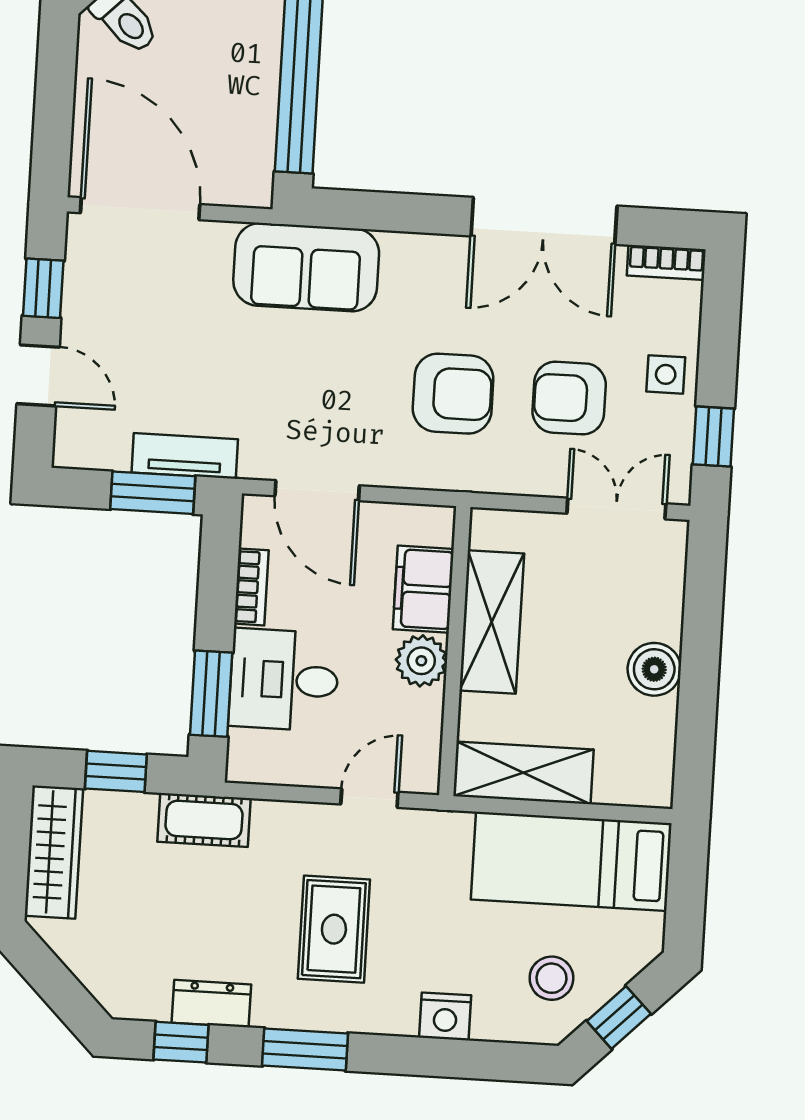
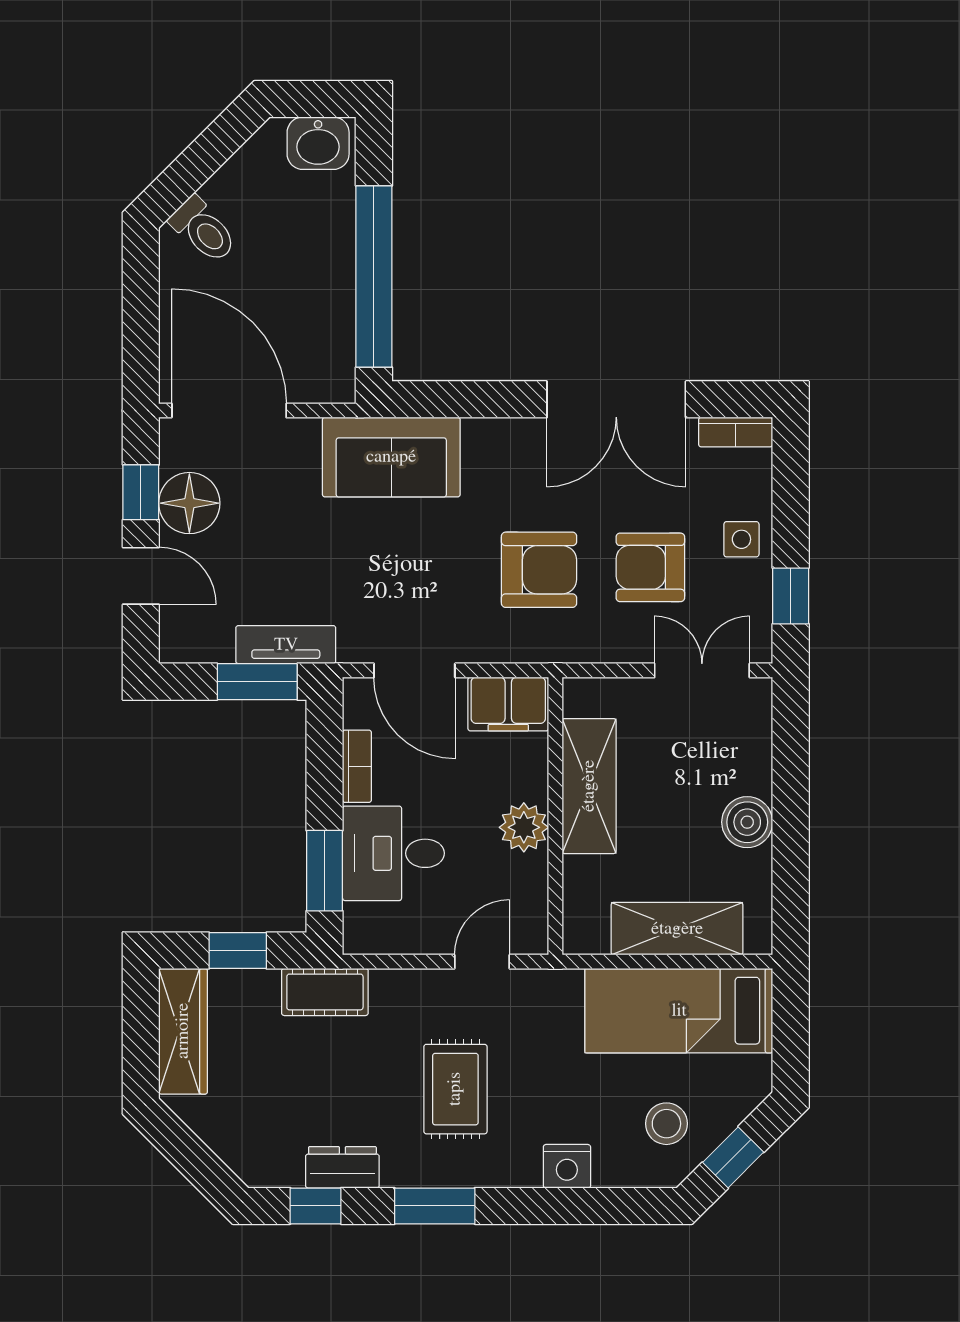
floor lamp: (93, 303) -> (189, 503), added
filing cabinet: (423, 589) -> (508, 704), moved, turned -90
shelving: (523, 773) -> (677, 929), moved

